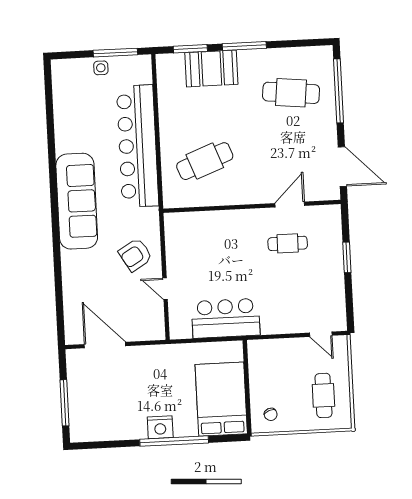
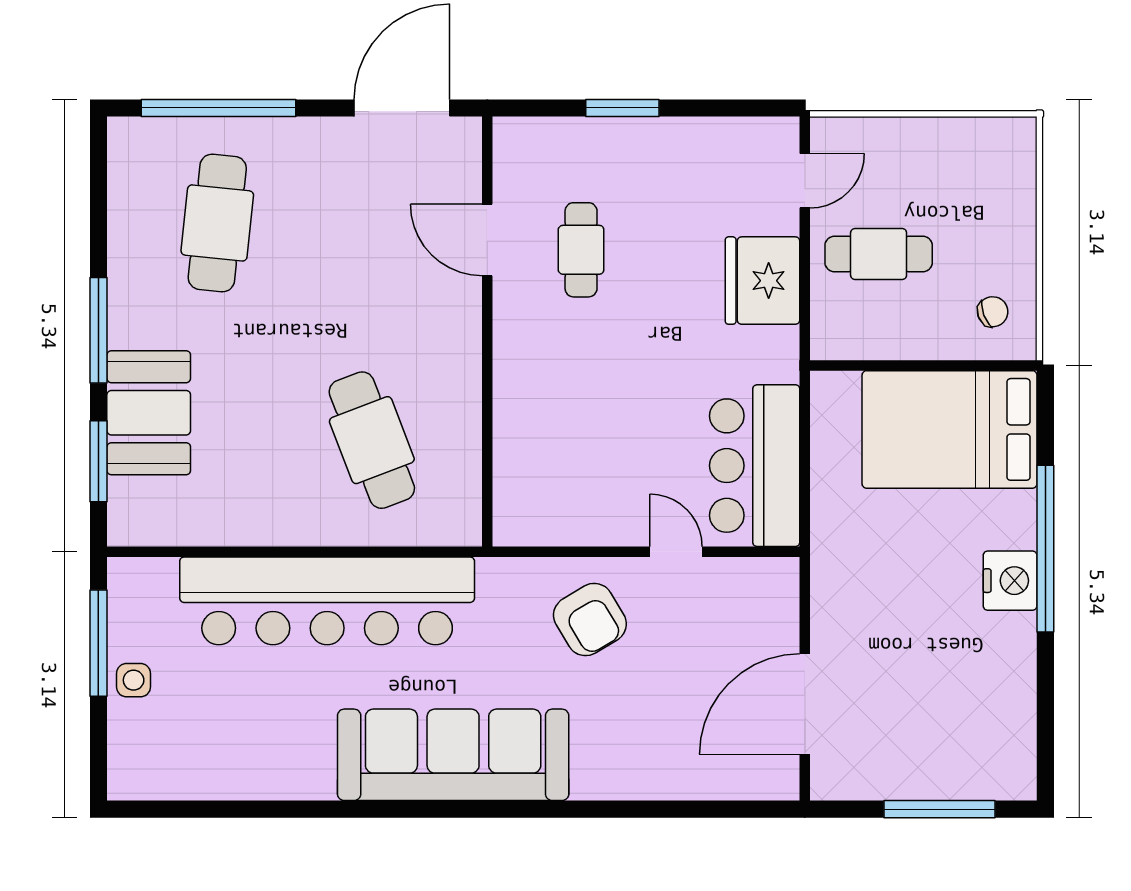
door: (165, 289) -> (676, 552), swing flipped
bar counter: (226, 318) -> (755, 466), moved
fridge: (279, 319) -> (763, 281), added
cafe table: (323, 395) -> (879, 254), moved

